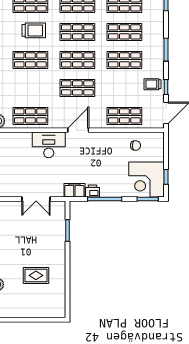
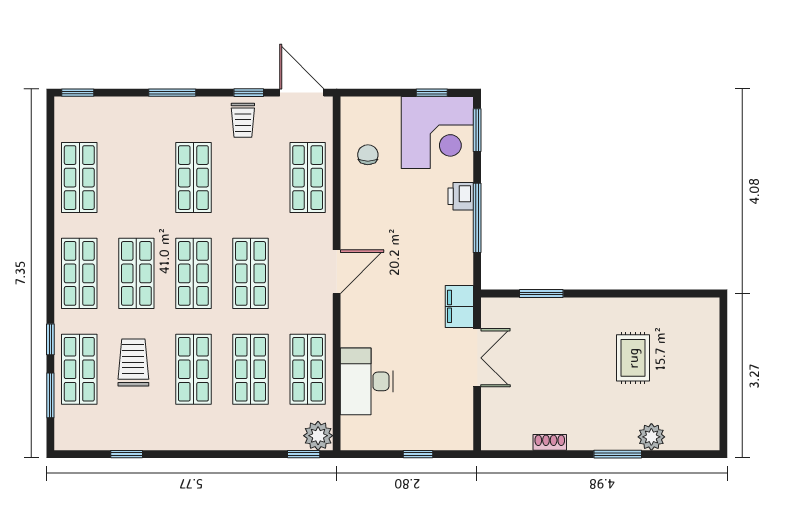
shop shelf: (124, 32) -> (251, 369), moved
door: (78, 130) -> (337, 272), swing flipped
desk: (49, 145) -> (367, 381), moved
filing cabinet: (74, 190) -> (459, 306), moved
printer: (93, 191) -> (461, 196), moved

